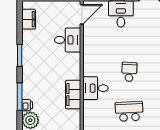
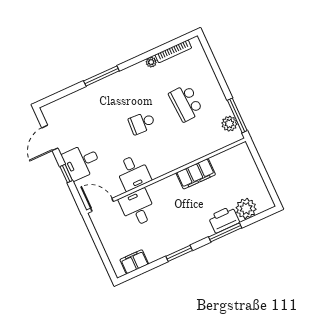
desk: (95, 88) -> (133, 172), moved
printer: (27, 105) -> (224, 219), width x1.87, depth x1.48

